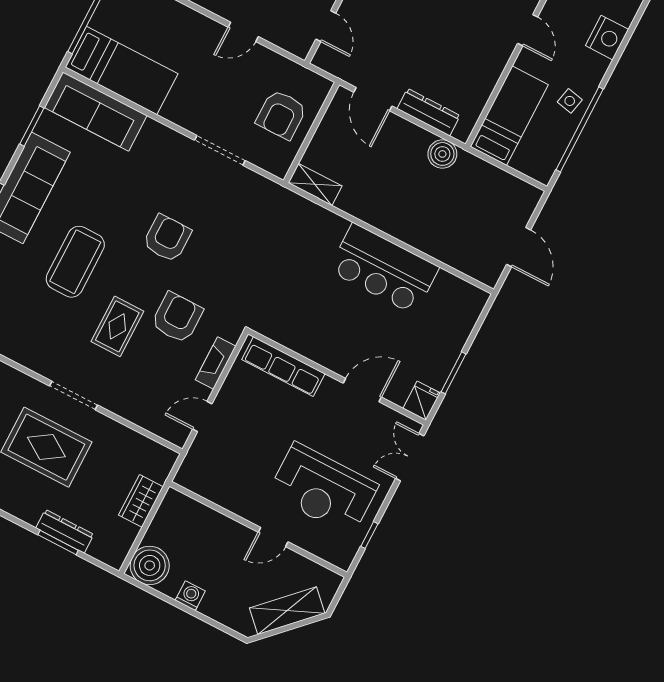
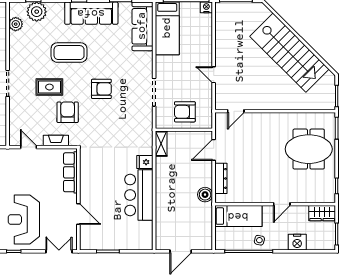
armchair: (177, 318) -> (68, 112), turned -90
fridge: (422, 401) -> (145, 162), moved, turned 180

